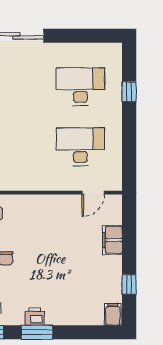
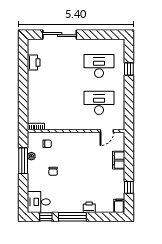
printer: (35, 317) -> (89, 207), moved
window: (37, 332) -> (72, 217), width x1.44

